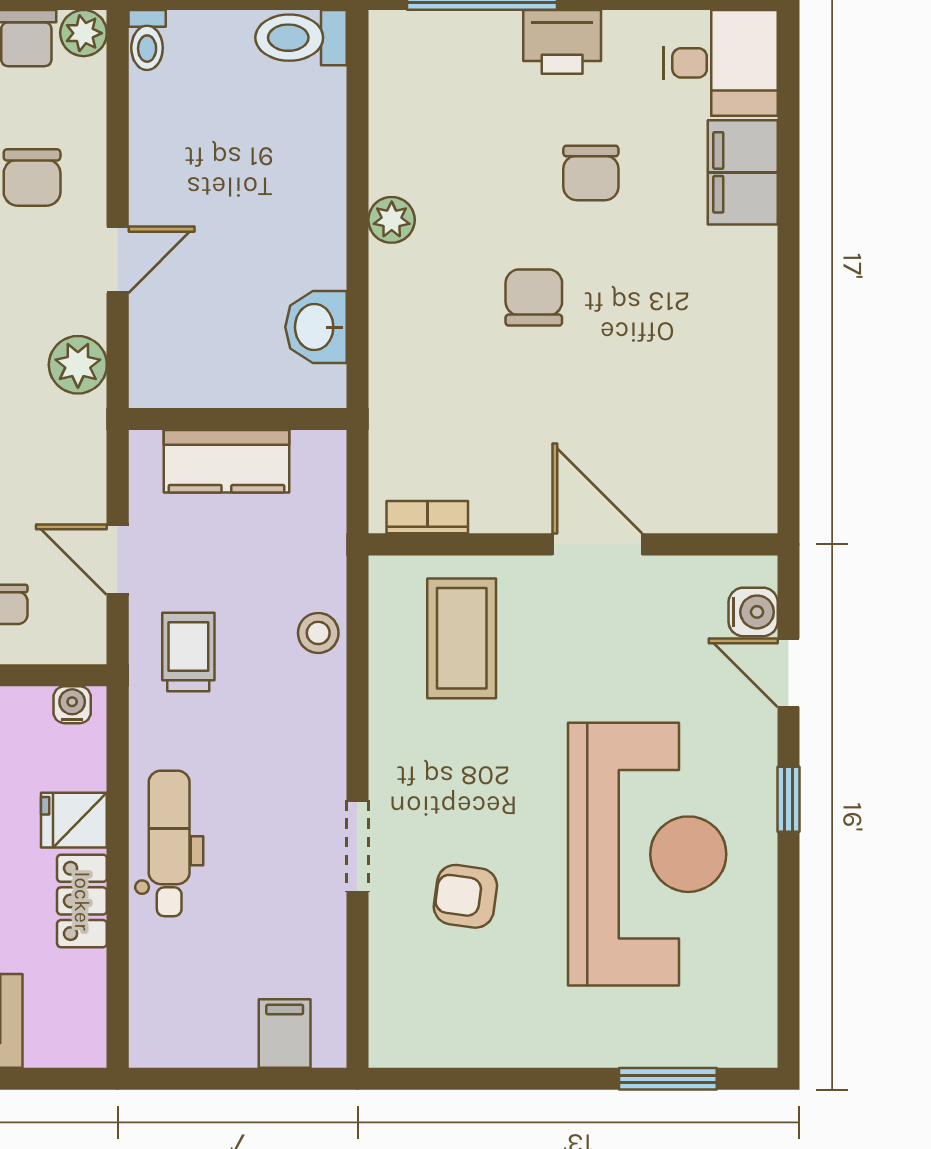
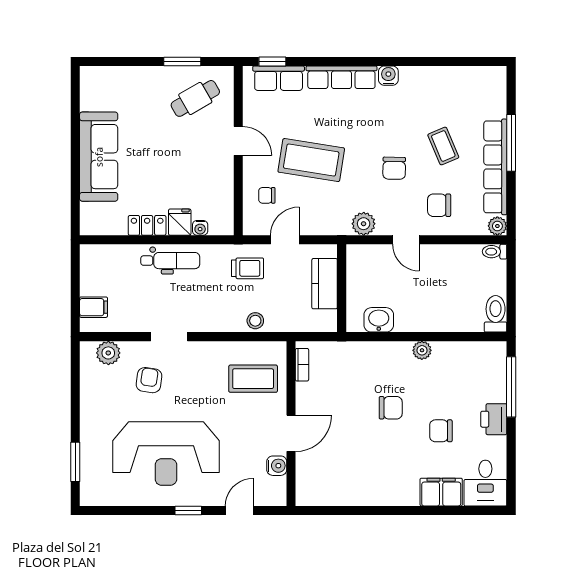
water cooler: (753, 612) -> (277, 466), moved, turned -90
water cooler: (72, 705) -> (200, 228), moved, turned 90
plant: (398, 997) -> (108, 353), added

